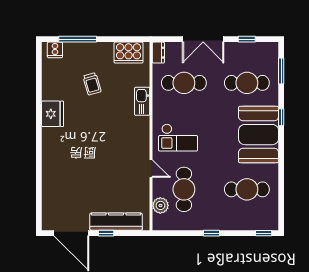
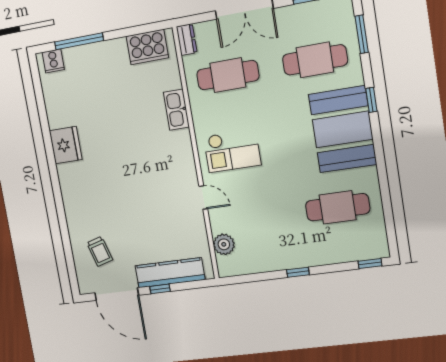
trolley: (92, 84) -> (100, 251), moved
cafe table: (184, 189) -> (251, 219), removed

